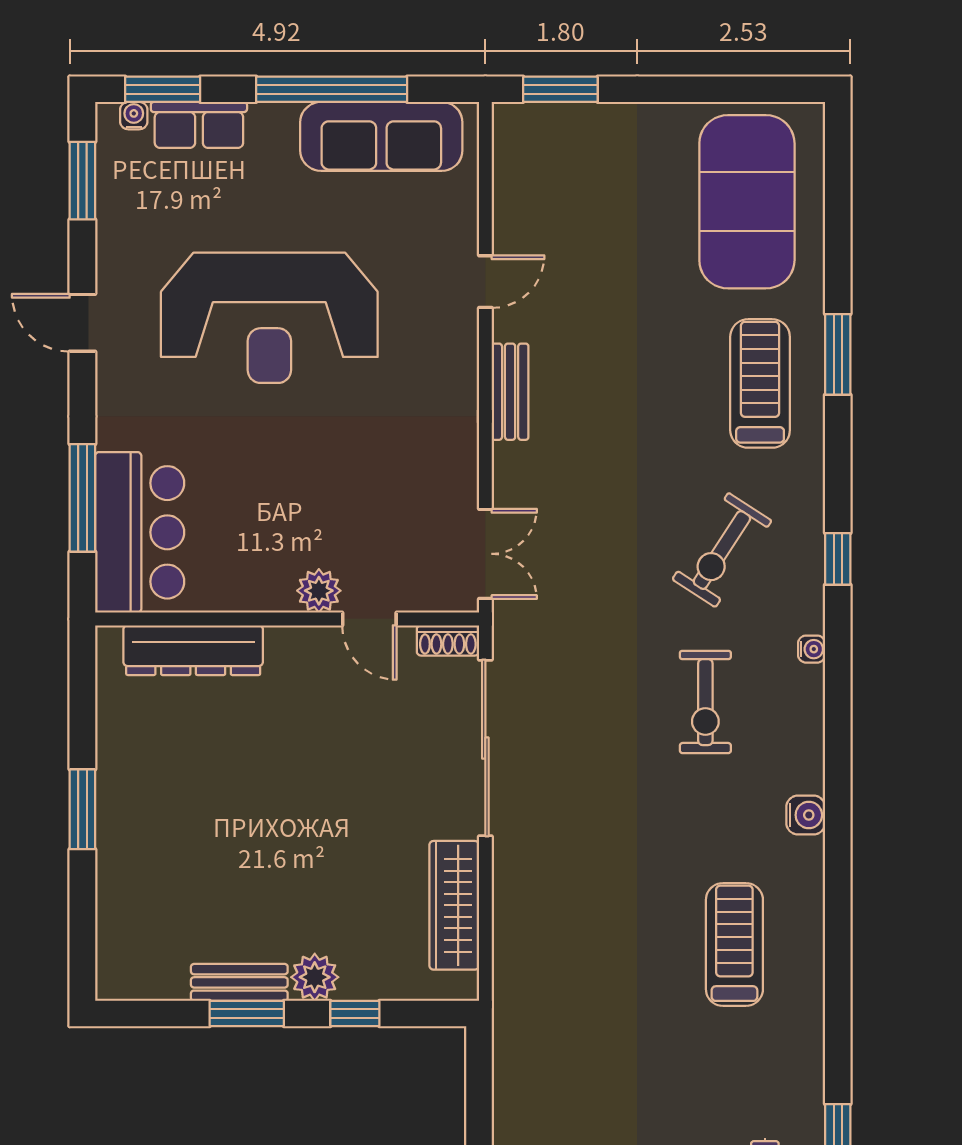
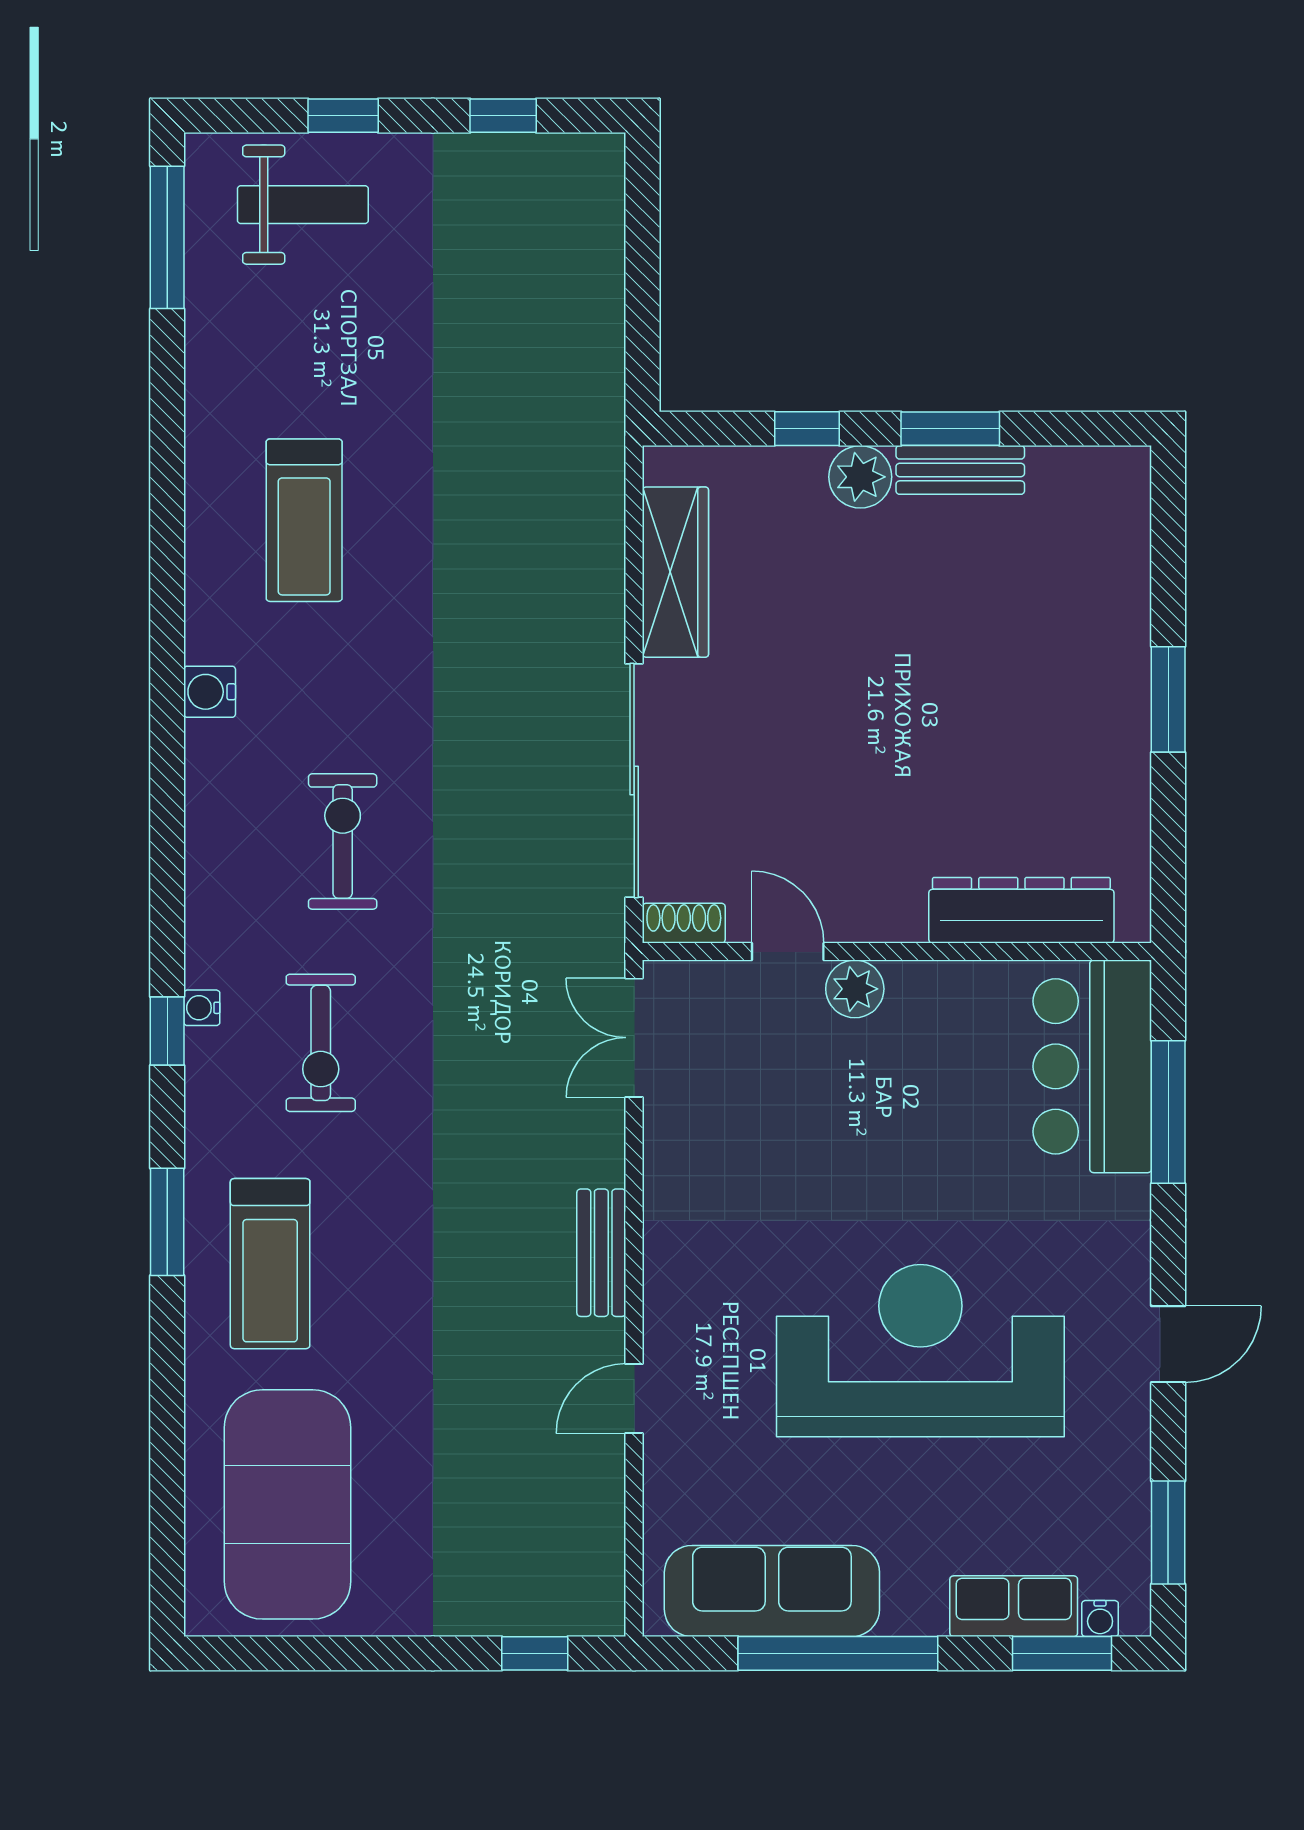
window: (560, 89) -> (535, 1653), width x0.67
door: (82, 323) -> (1168, 1344), hinge flipped
window: (838, 354) -> (167, 1222), moved
exercise bike: (722, 550) -> (321, 1043), turned 147
water cooler: (812, 649) -> (202, 1008), moved

